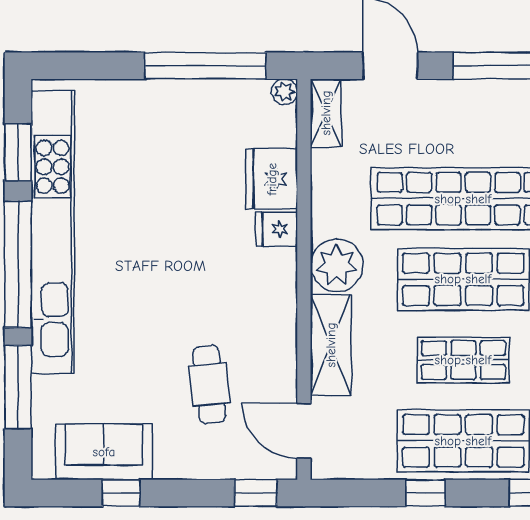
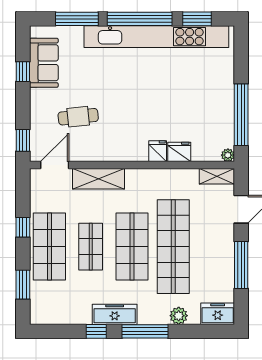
fridge: (272, 179) -> (179, 152), width x0.73, depth x0.75
plant: (337, 265) -> (139, 182), removed

